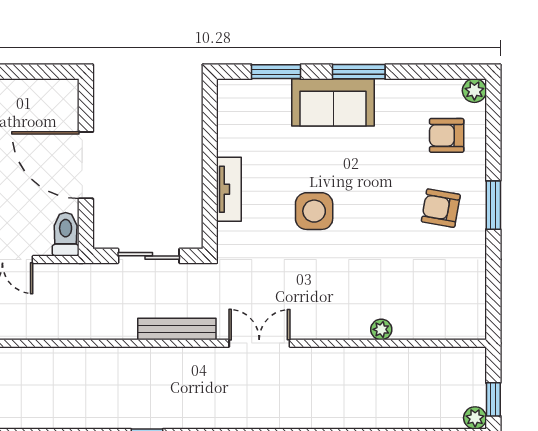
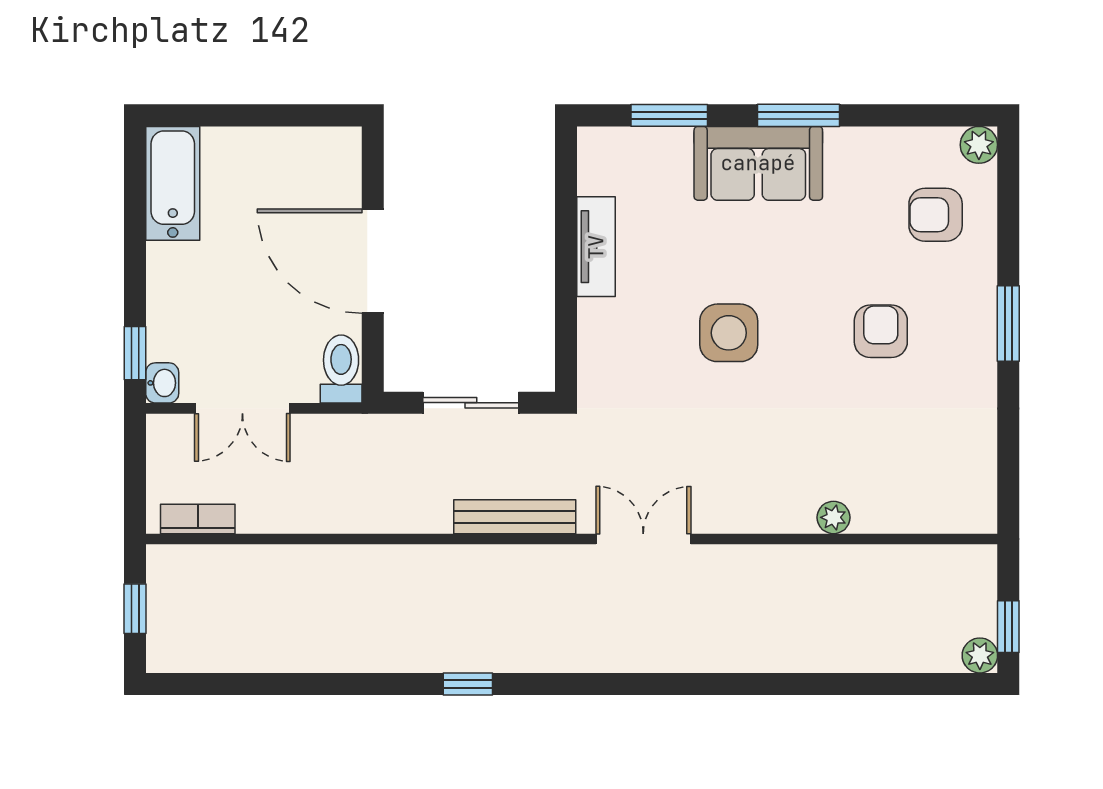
tv unit: (229, 189) -> (596, 247), moved
armchair: (441, 208) -> (881, 331), moved, turned 80

